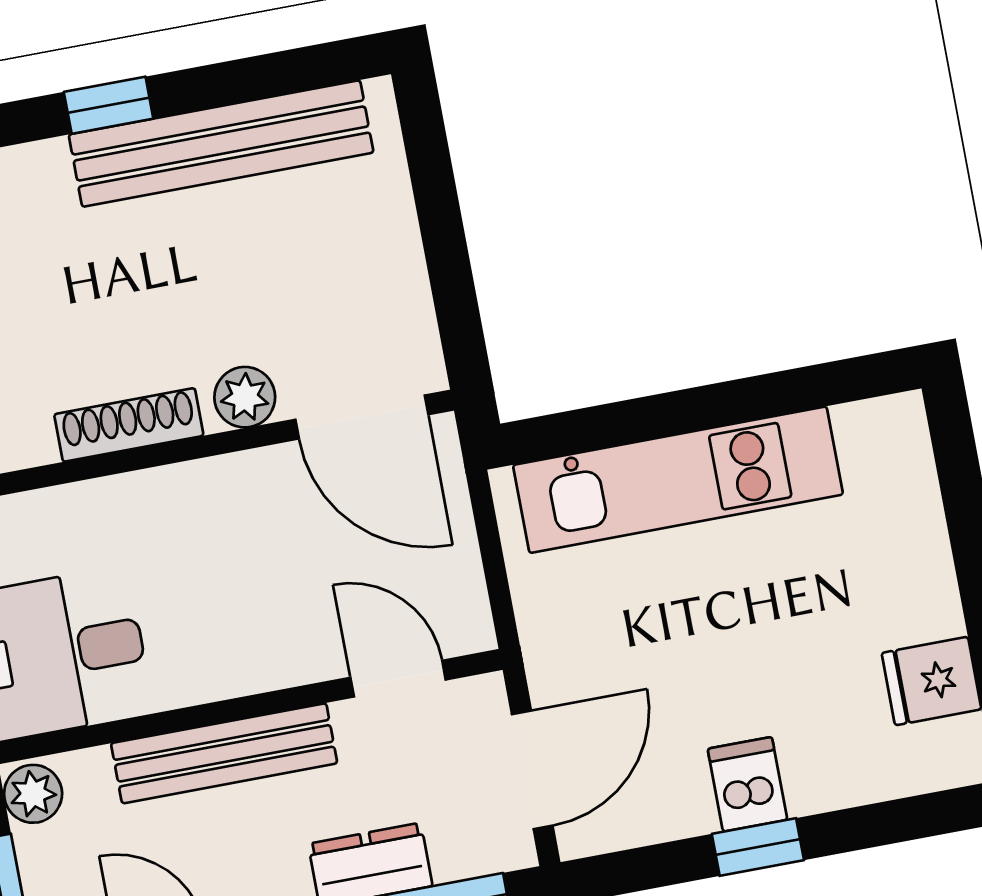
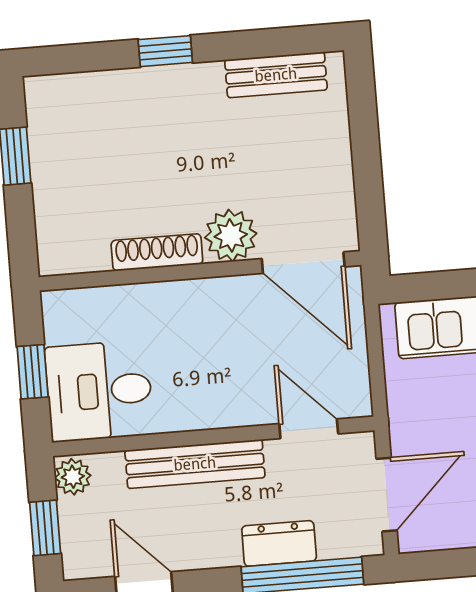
bench: (221, 144) -> (276, 75), width x0.54, depth x0.82
plant: (245, 397) -> (231, 235), width x1.38, depth x1.38

